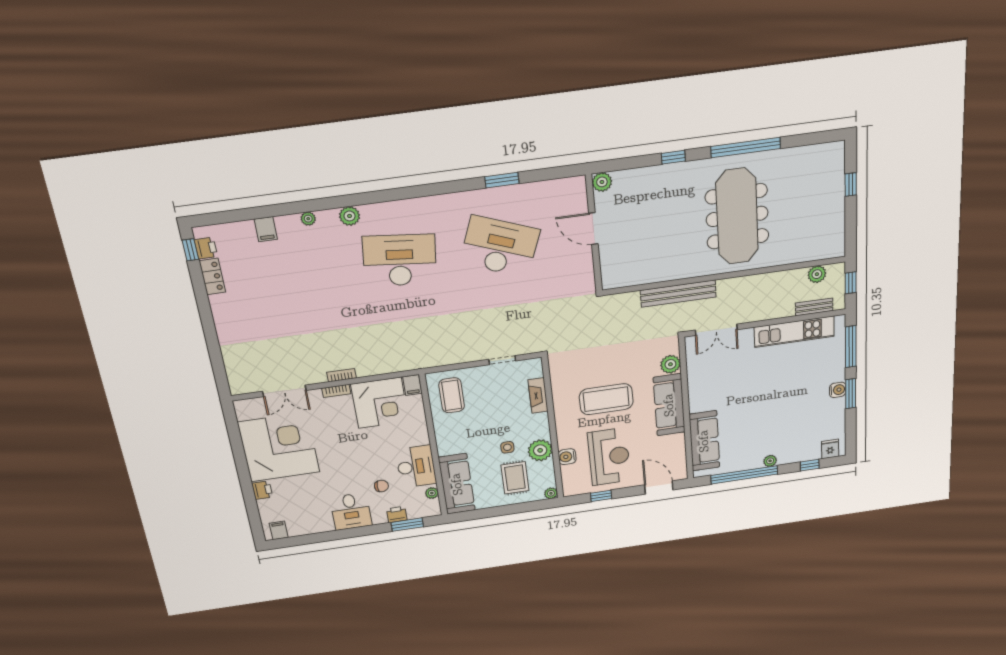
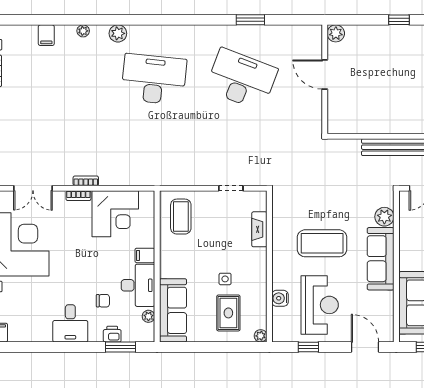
filing cabinet: (412, 385) -> (145, 255), moved, turned 90
plant: (540, 450) -> (255, 287), removed

